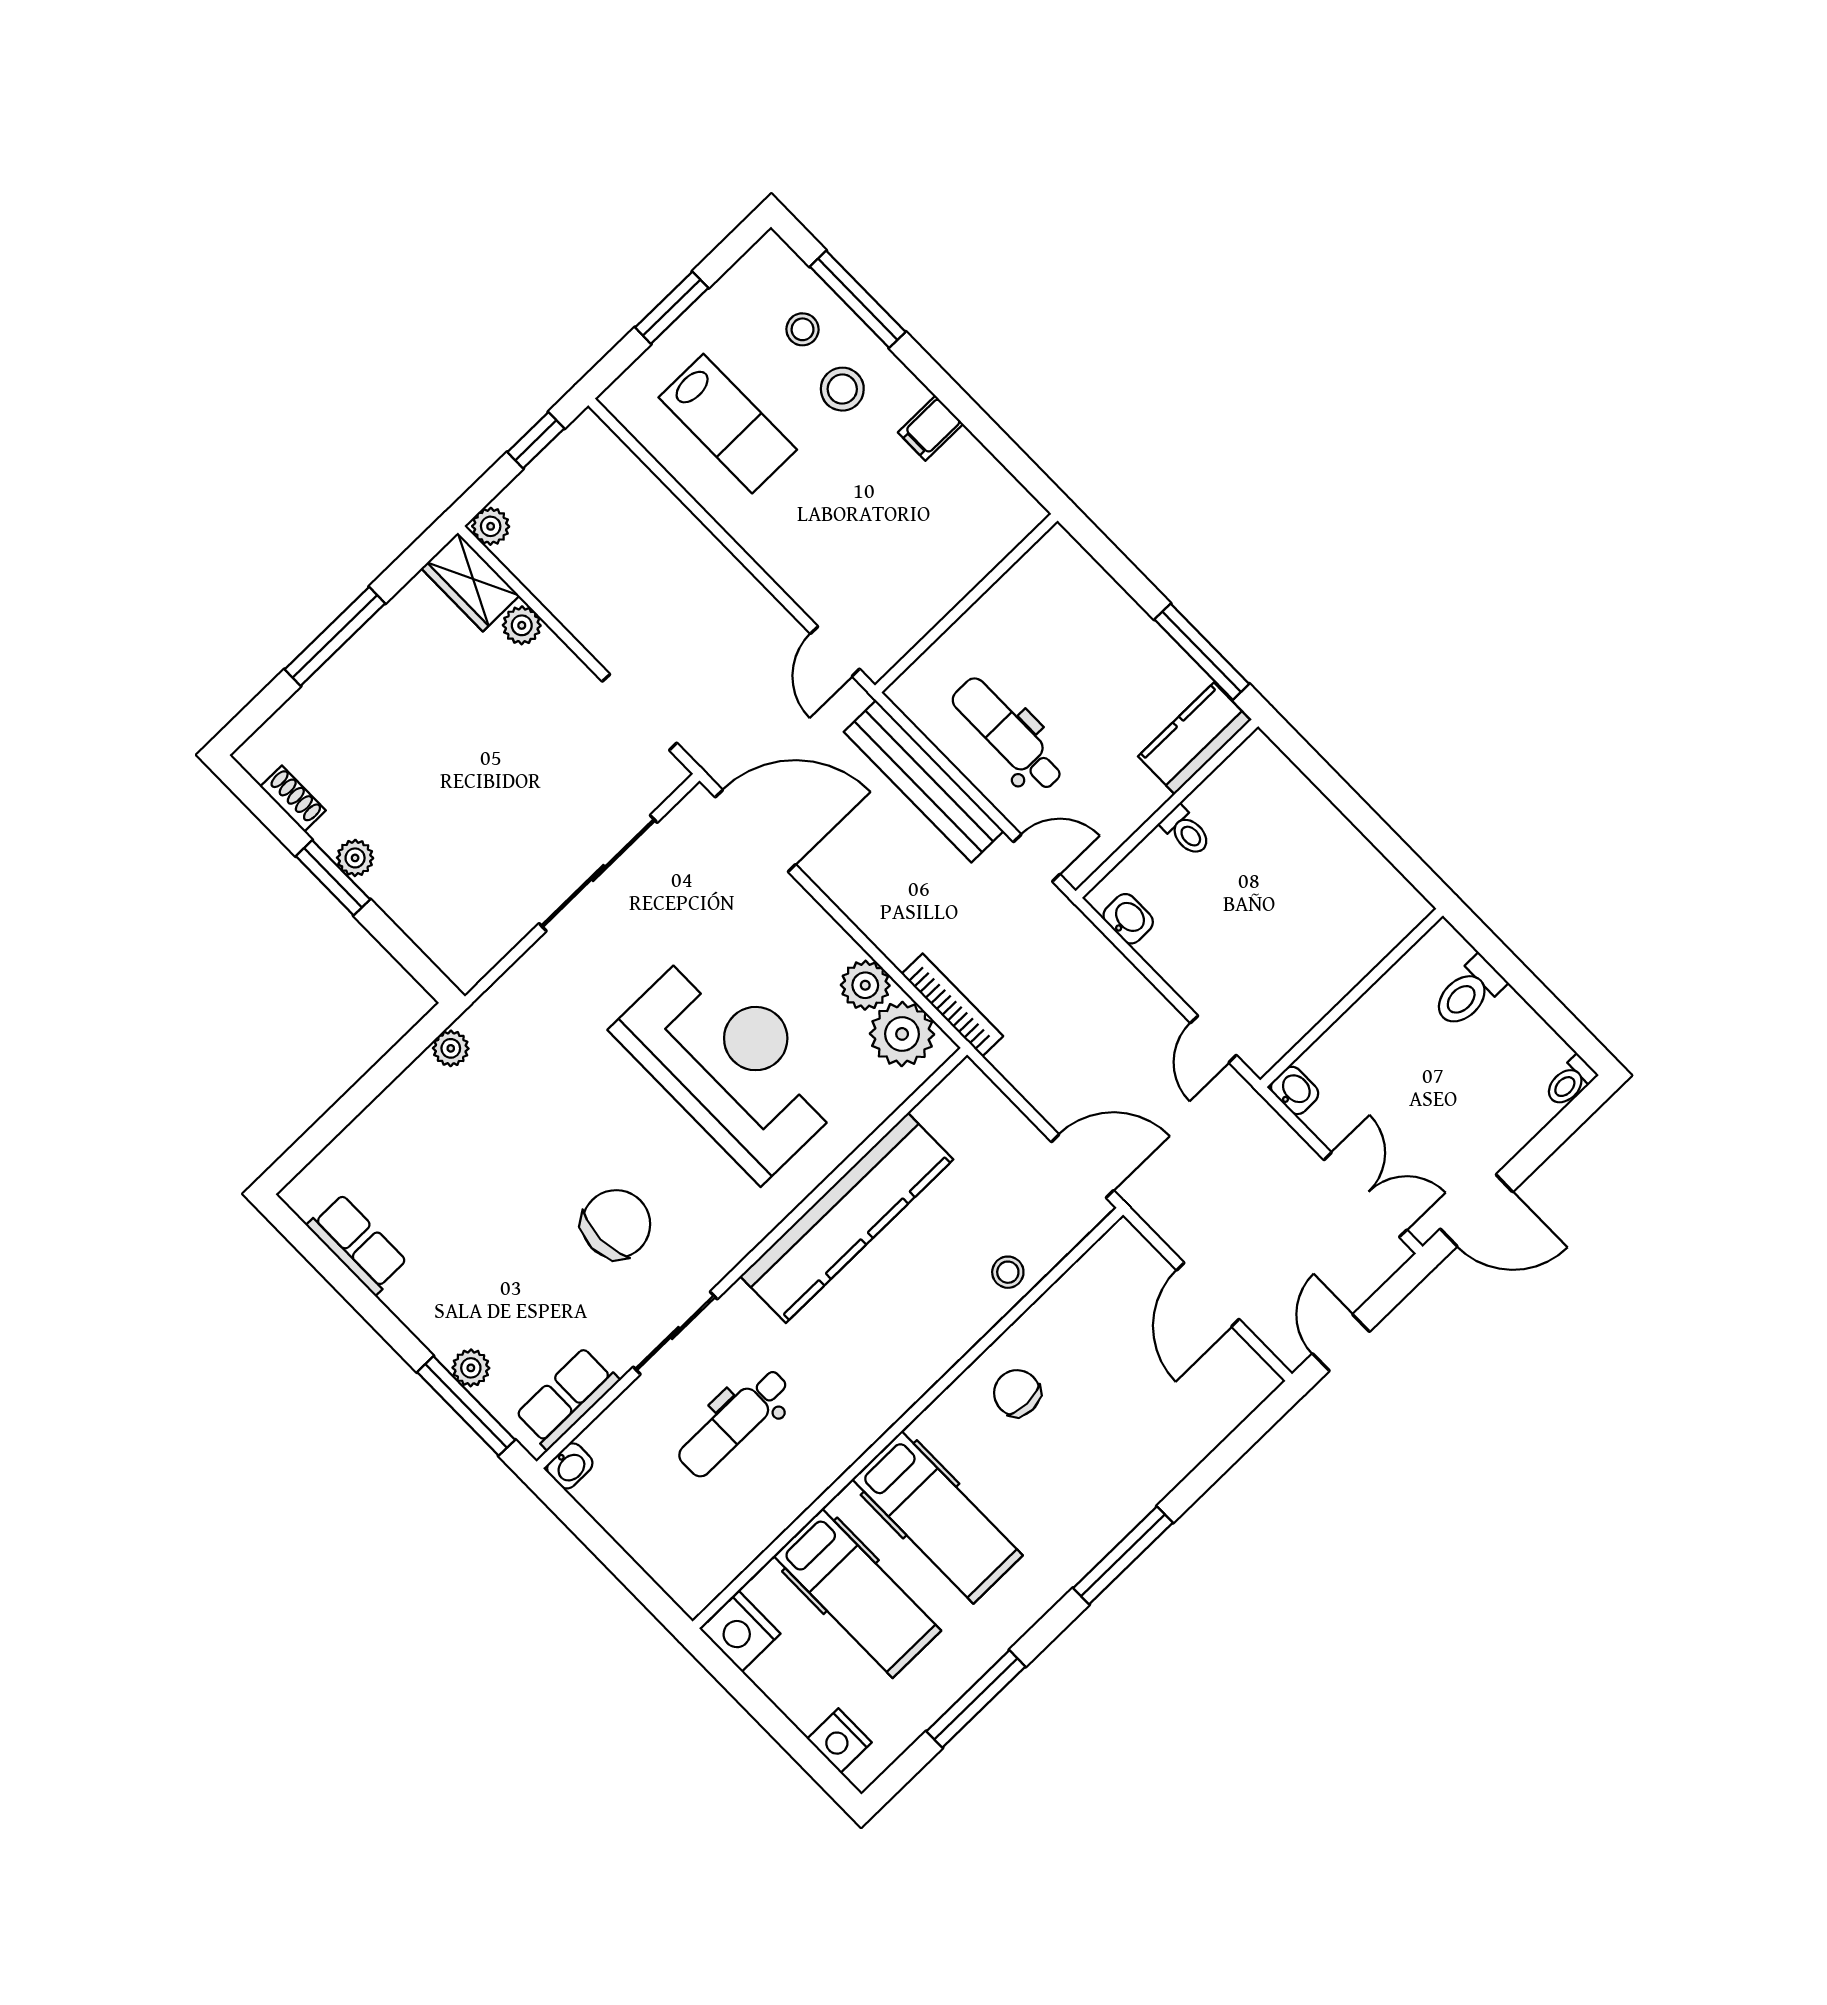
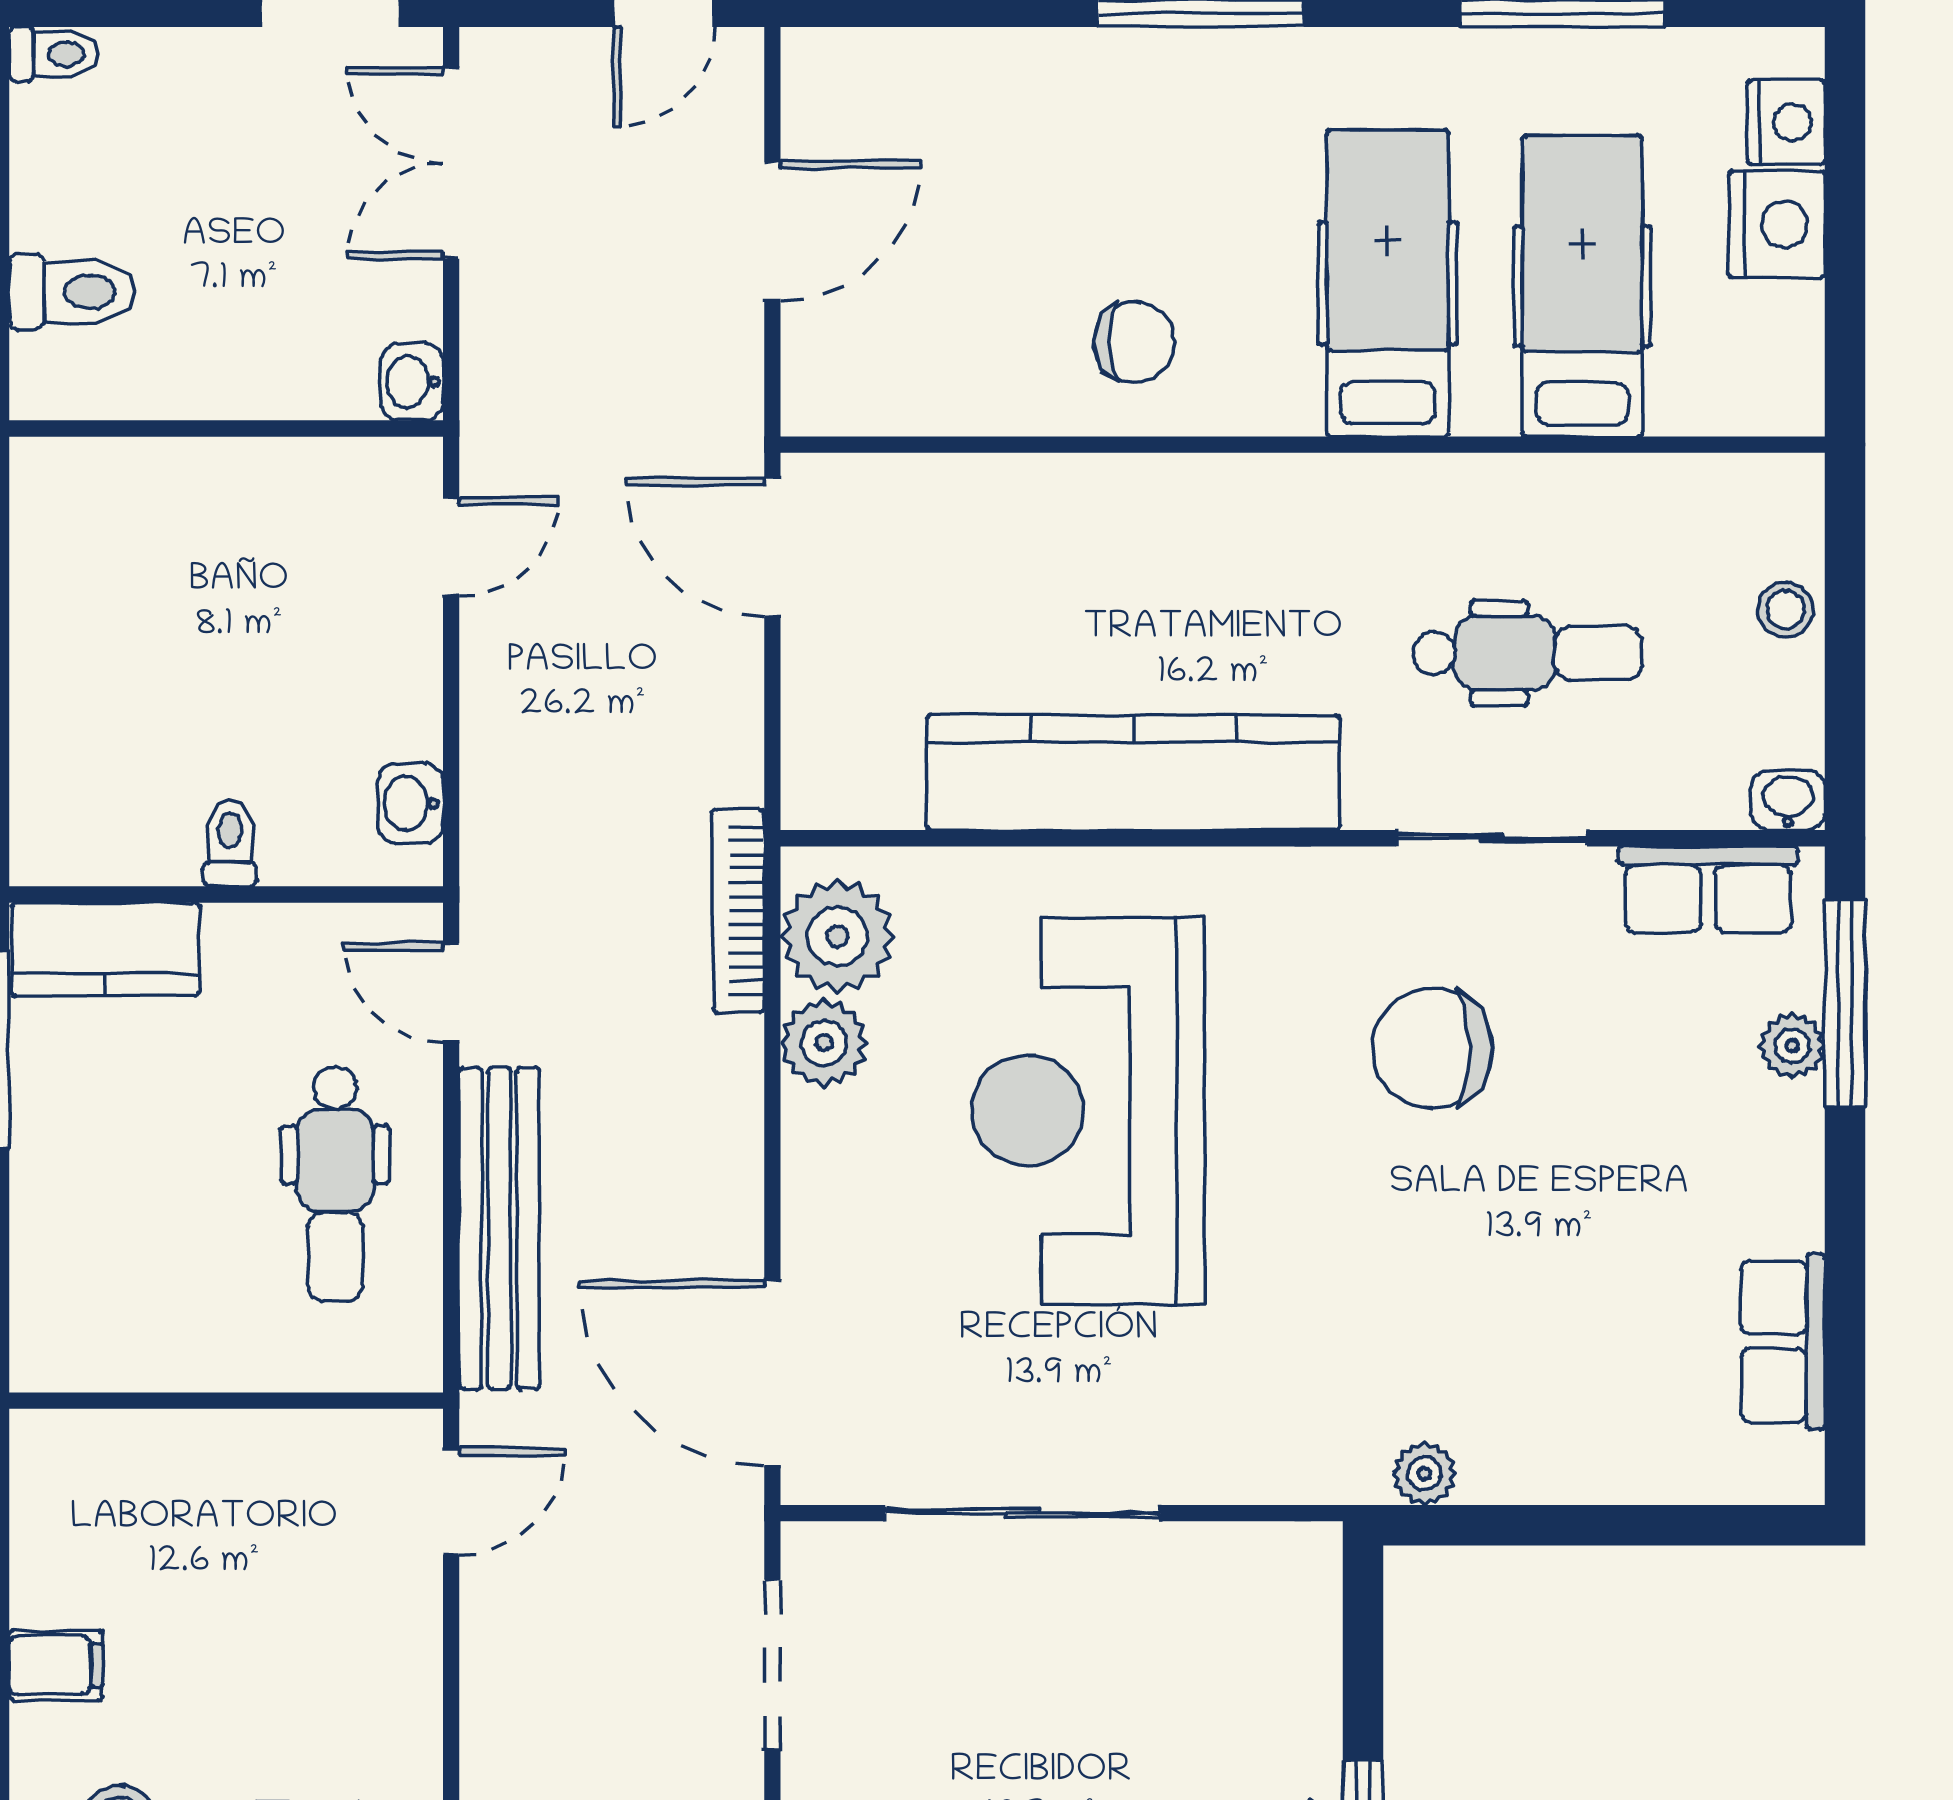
stool: (1008, 1272) -> (1785, 610), moved
chair: (1017, 1393) -> (1134, 342), turned -90
nightstand: (740, 1631) -> (1777, 224), moved

